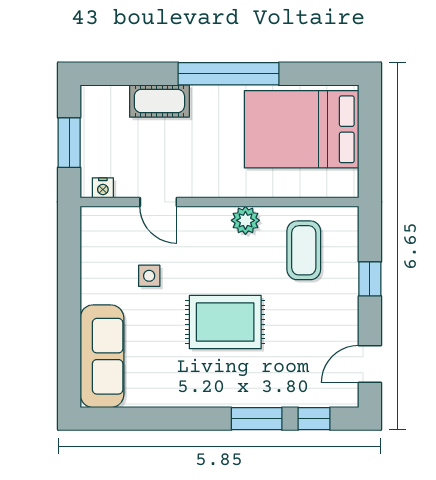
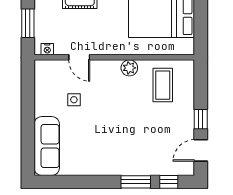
window: (370, 279) -> (201, 119), moved
rug: (225, 322) -> (118, 126), removed

